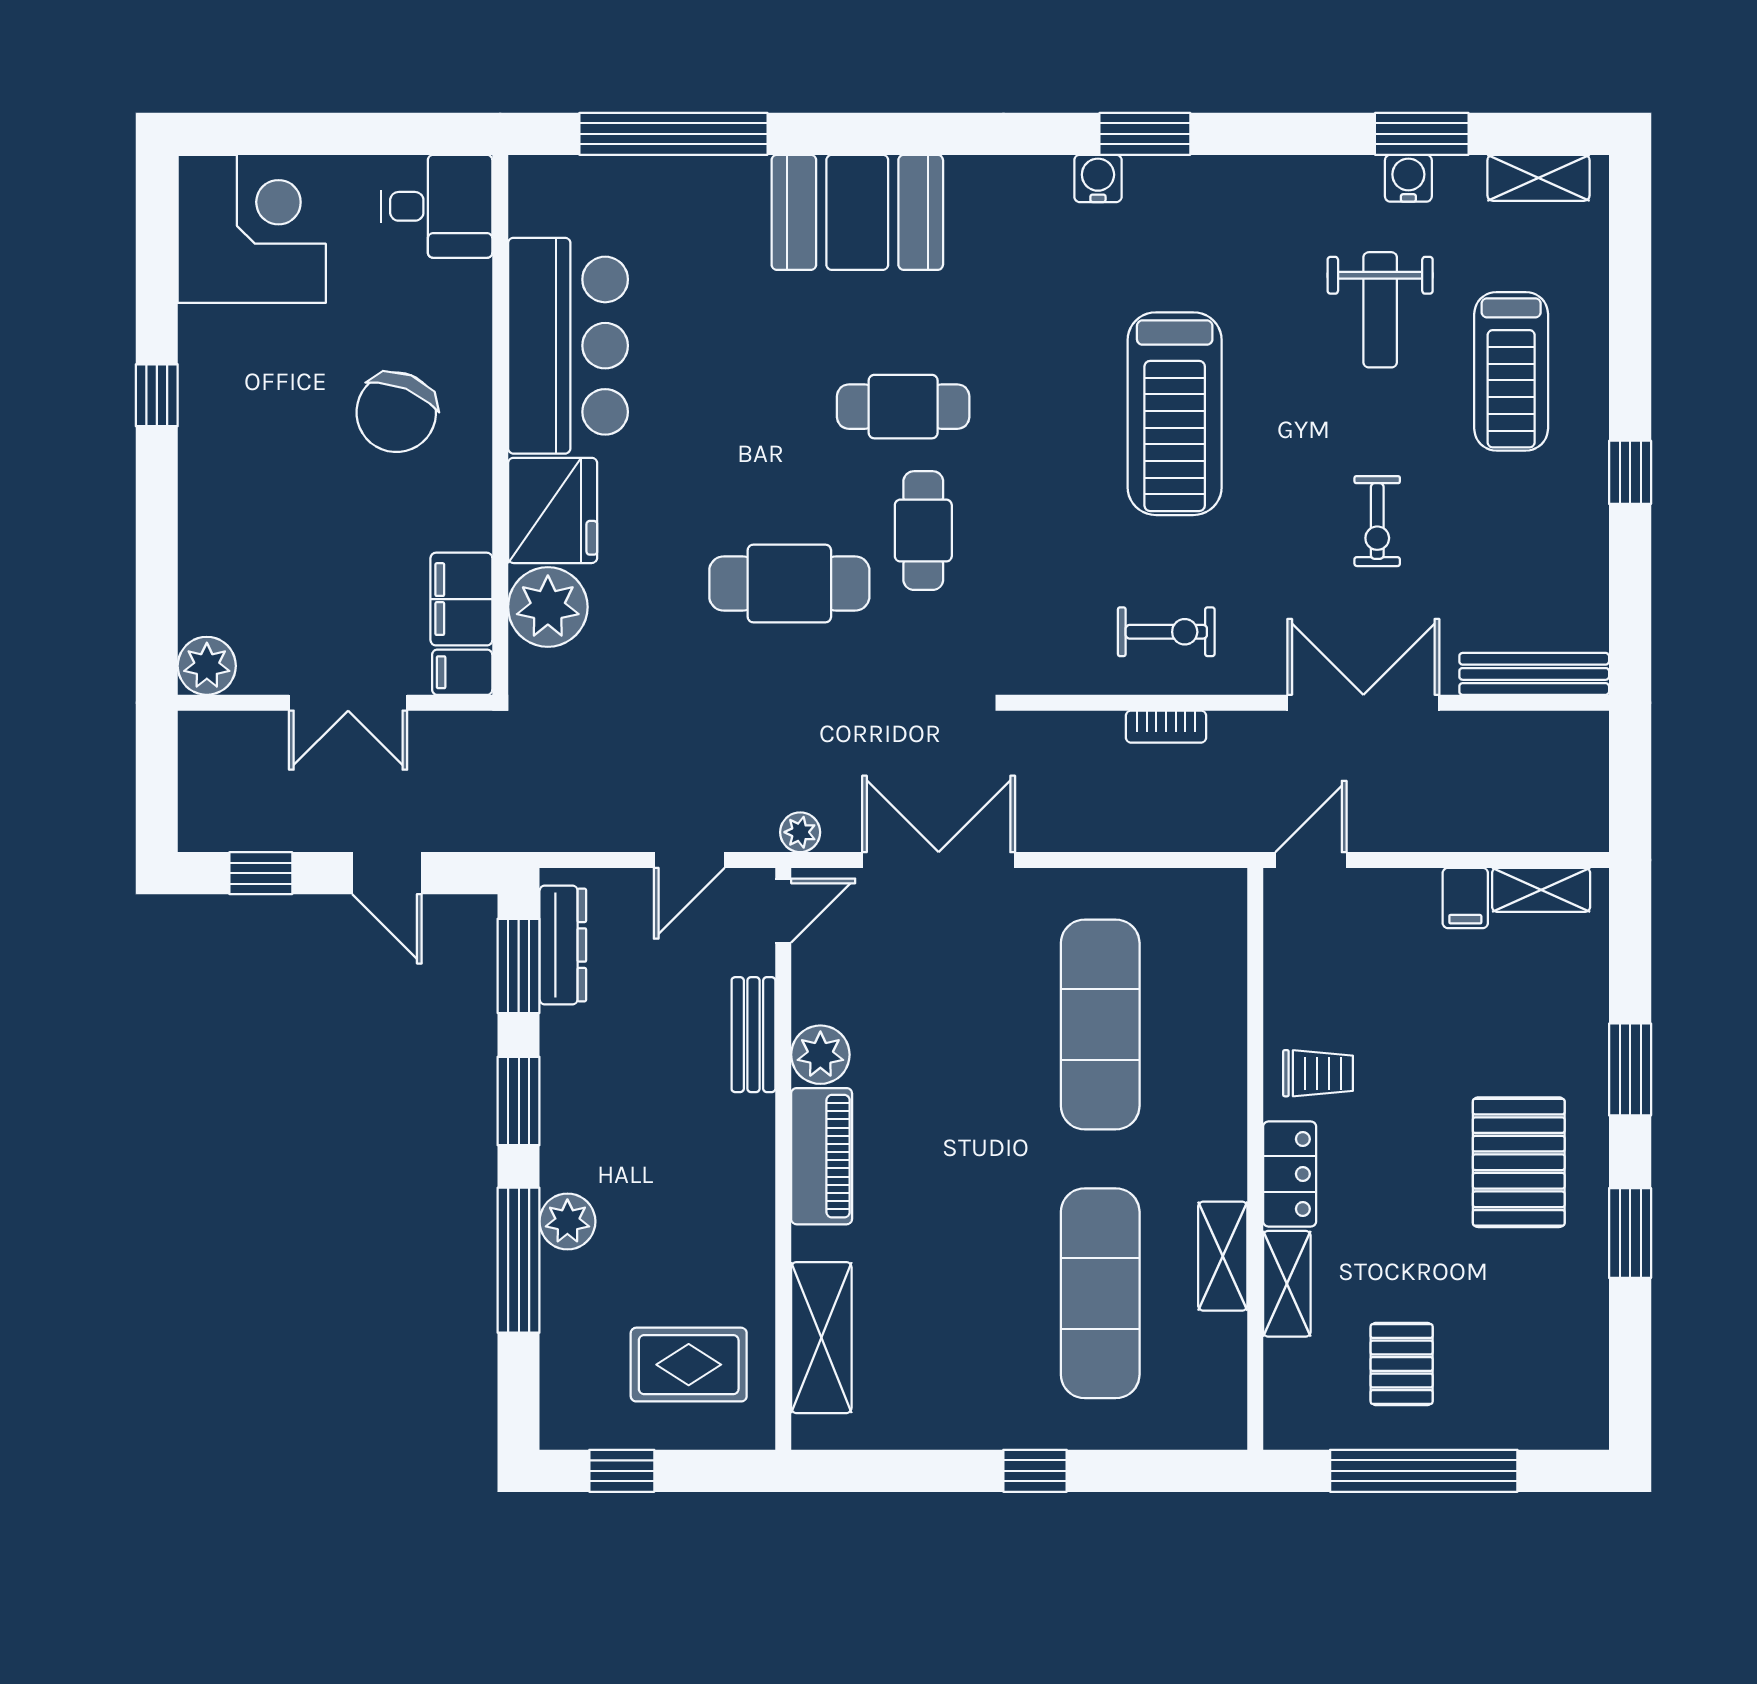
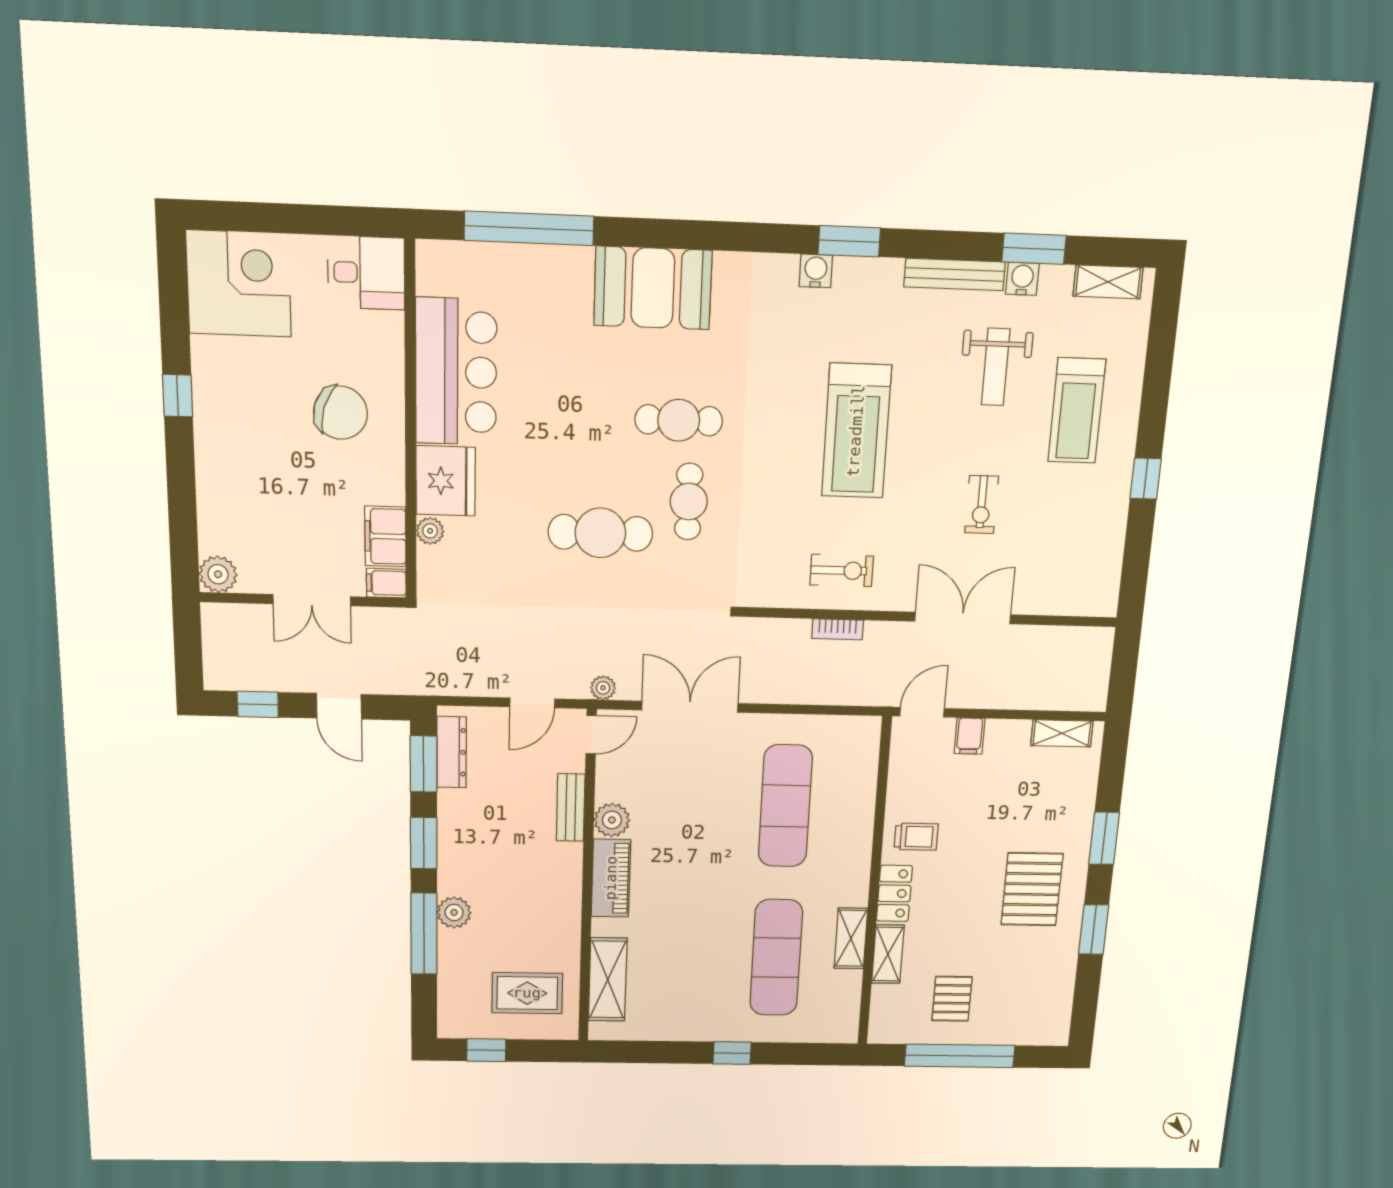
chair: (396, 412) -> (341, 413), turned -95
plant: (548, 607) -> (430, 531), width x0.53, depth x0.53
bench: (1534, 674) -> (955, 274), moved
filing cabinet: (1465, 898) -> (970, 736), moved

